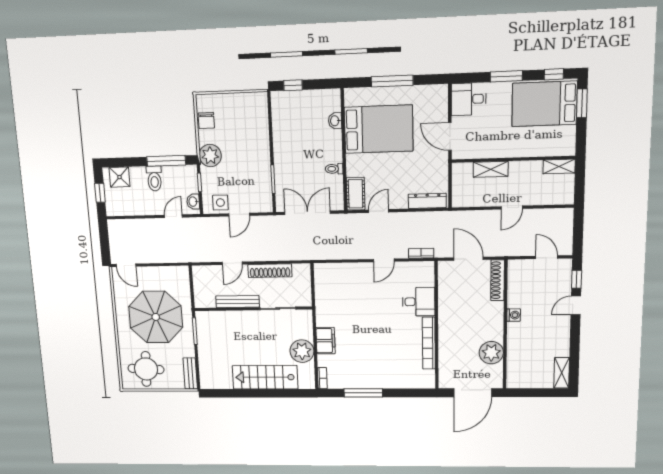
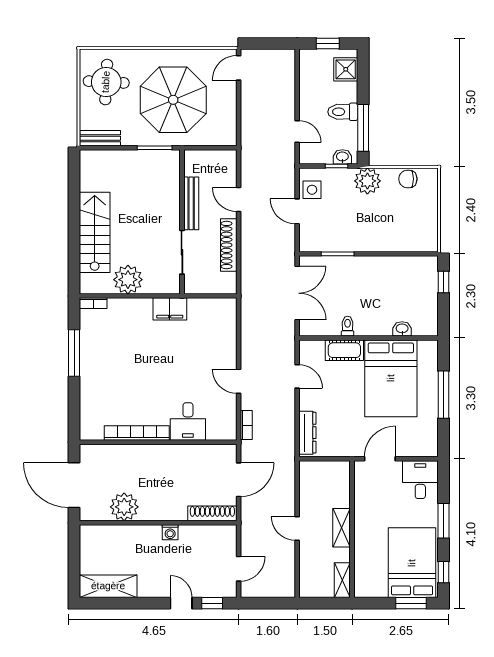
shelving: (491, 169) -> (342, 528), moved
cot: (356, 194) -> (344, 350), moved
washbasin: (193, 202) -> (342, 157), moved
filing cabinet: (325, 341) -> (170, 309), moved
shelving: (562, 373) -> (108, 586), width x1.50, depth x1.33

